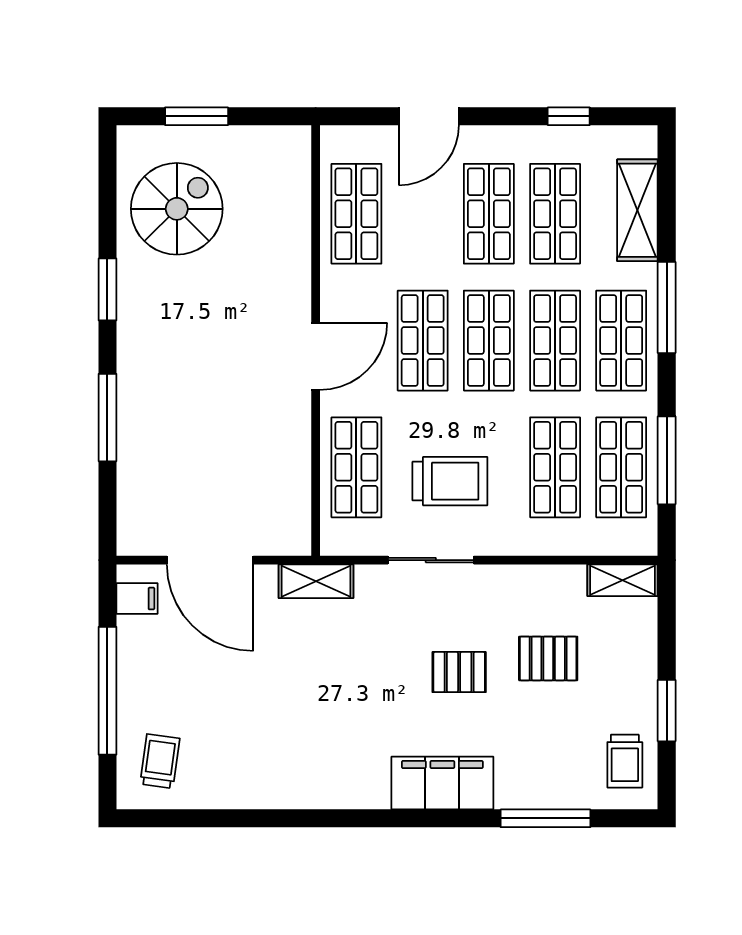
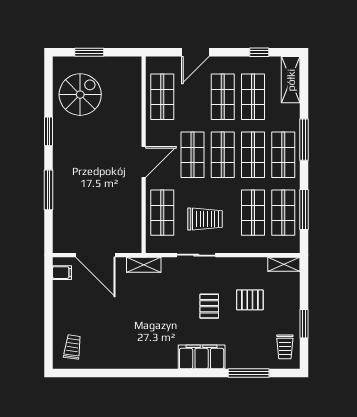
shelving: (637, 210) -> (291, 80), moved
pallet: (459, 672) -> (209, 306), turned 90
window: (107, 691) -> (49, 315), removed

